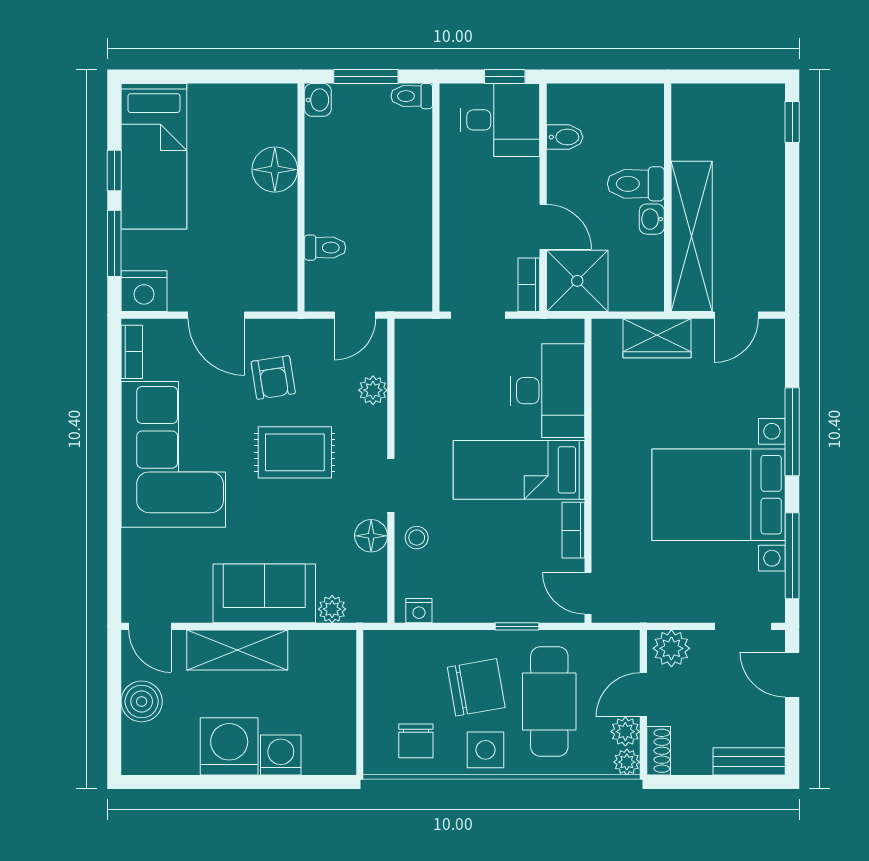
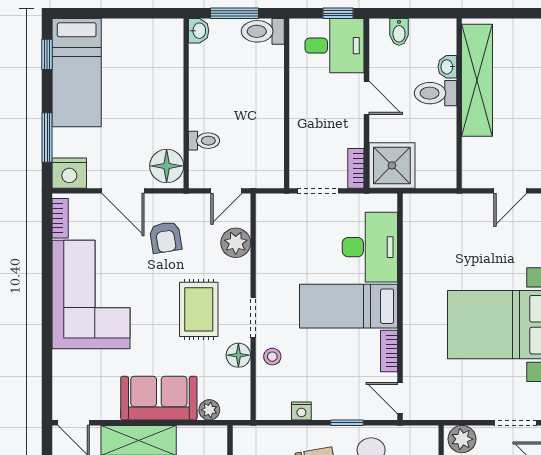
toilet: (412, 96) -> (263, 31), width x1.37, depth x1.39
bidet: (565, 137) -> (399, 32), moved, turned 90
window: (114, 170) -> (47, 54), moved
floor lamp: (275, 170) -> (167, 166), moved
washbasin: (652, 219) -> (447, 67), moved
door: (543, 227) -> (366, 98), moved
shelving: (692, 236) -> (477, 80), moved
wardrobe: (657, 338) -> (451, 208), removed
plant: (373, 390) -> (236, 243), width x1.38, depth x1.38
rug: (295, 452) -> (199, 309), moved, turned 90
nightstand: (419, 611) -> (301, 411), moved

